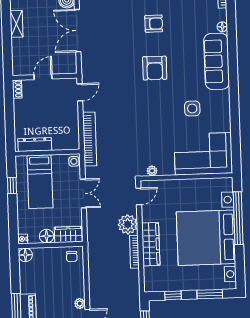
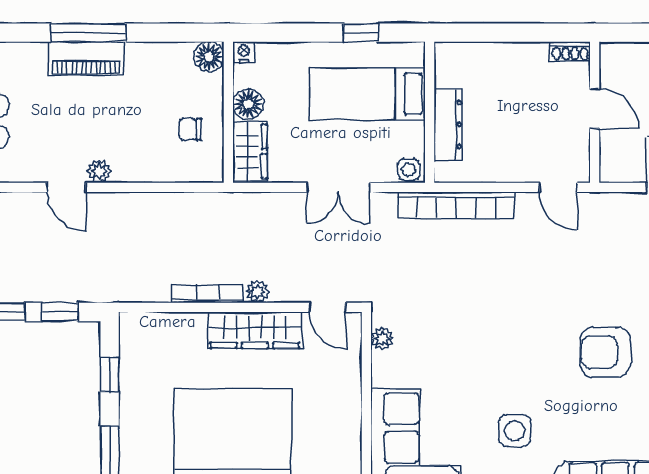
dresser: (35, 145) -> (448, 125), moved
plant: (128, 224) -> (257, 292), width x0.53, depth x0.53
wardrobe: (151, 244) -> (255, 330), moved
chair: (72, 256) -> (190, 129), moved

